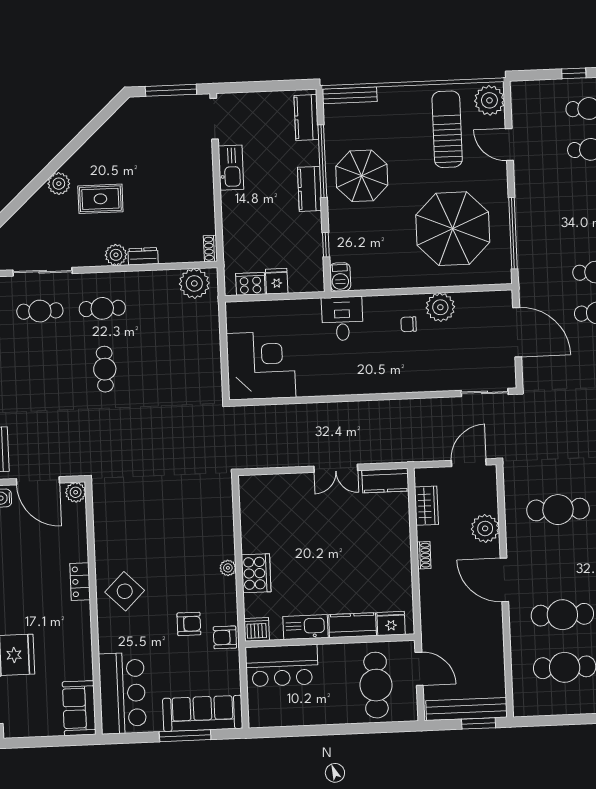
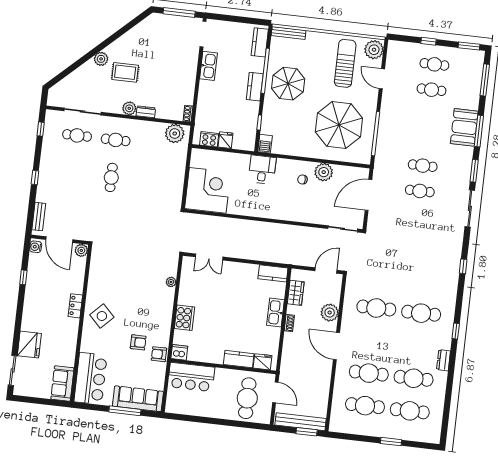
door: (517, 332) -> (368, 195), swing flipped
double door: (336, 468) -> (209, 257), moved
plant: (228, 568) -> (171, 282), moved
kitchen sink: (306, 627) -> (275, 312), moved, turned -90

